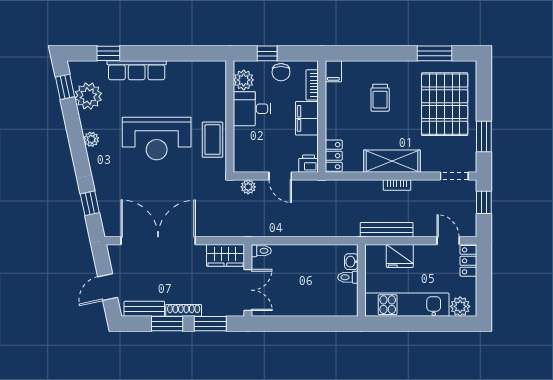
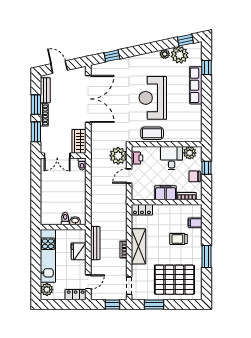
window: (435, 53) -> (206, 257), moved
filing cabinet: (333, 71) -> (195, 223), moved
plant: (91, 139) -> (165, 54), moved
printer: (309, 164) -> (137, 158), moved
plant: (248, 187) -> (118, 156), width x1.87, depth x1.87

